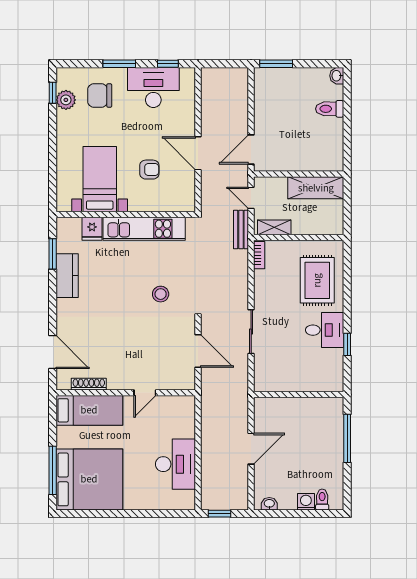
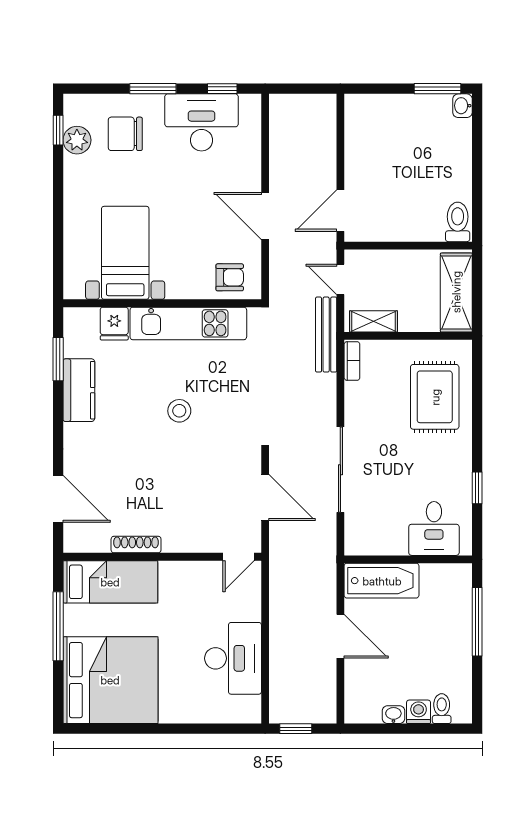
window: (276, 64) -> (438, 89), moved
toilet: (330, 109) -> (458, 222), moved, turned 90
armchair: (149, 170) -> (230, 277), moved
shelving: (316, 188) -> (456, 292), moved, turned 90
bench: (241, 229) -> (326, 335), width x1.36
stool: (161, 294) -> (179, 411), moved
desk: (325, 330) -> (434, 528), moved, turned 90
sliding door: (251, 332) -> (340, 470), width x1.37
shoe rack: (89, 384) -> (136, 545), moved
door: (145, 393) -> (239, 557), moved
bathtub: (280, 410) -> (382, 581), added
door: (251, 449) -> (340, 636), hinge flipped
window: (53, 470) -> (58, 626), moved
washbasin: (269, 504) -> (393, 715), moved

